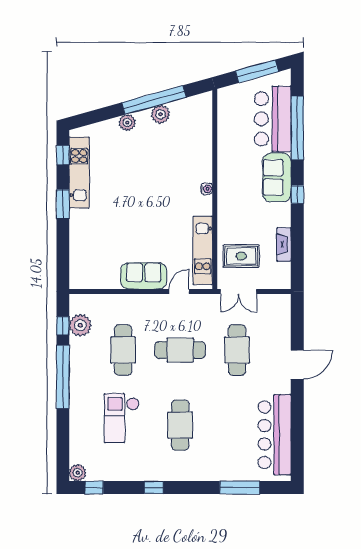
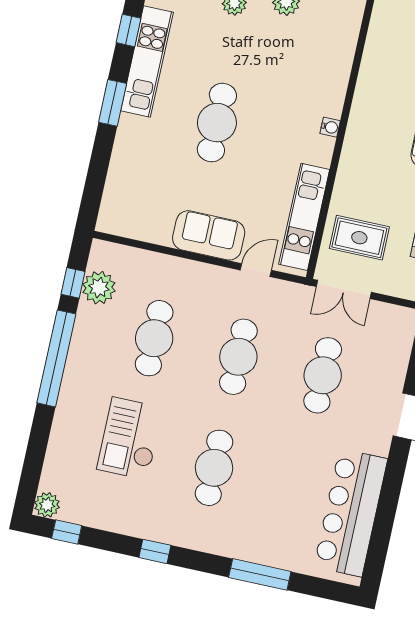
cafe table: (133, 202) -> (217, 123), added
cafe table: (180, 350) -> (238, 357), turned 90
window: (240, 487) -> (260, 574), moved

